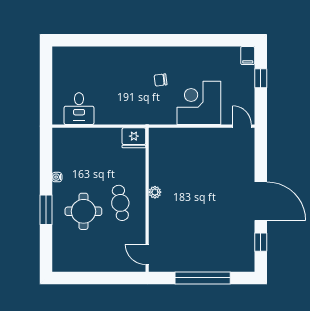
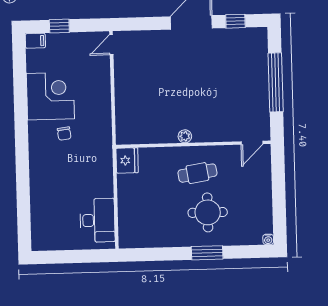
corner desk: (199, 103) -> (50, 96), moved, turned 180
desk: (79, 109) -> (97, 220), width x1.37
water cooler: (57, 177) -> (268, 239), moved

